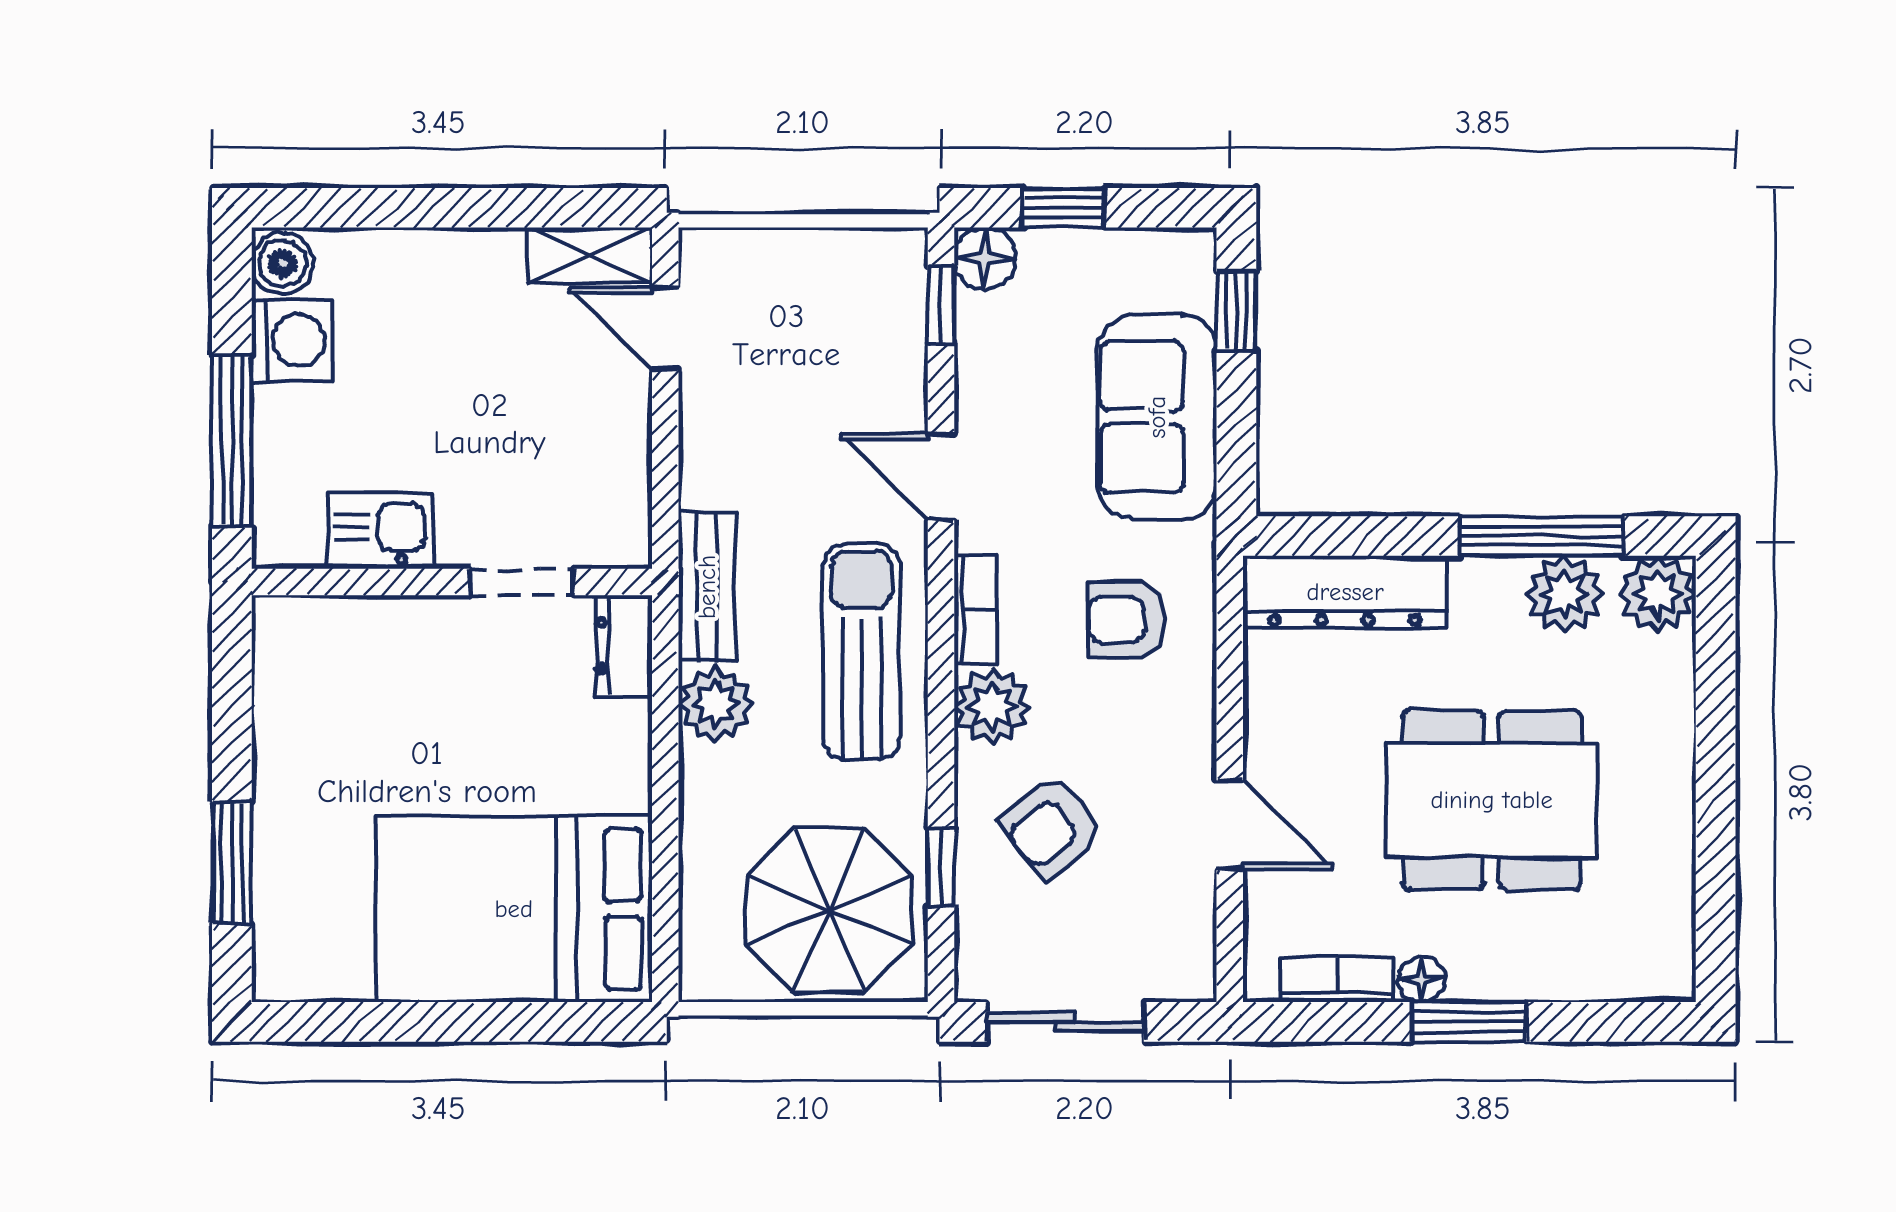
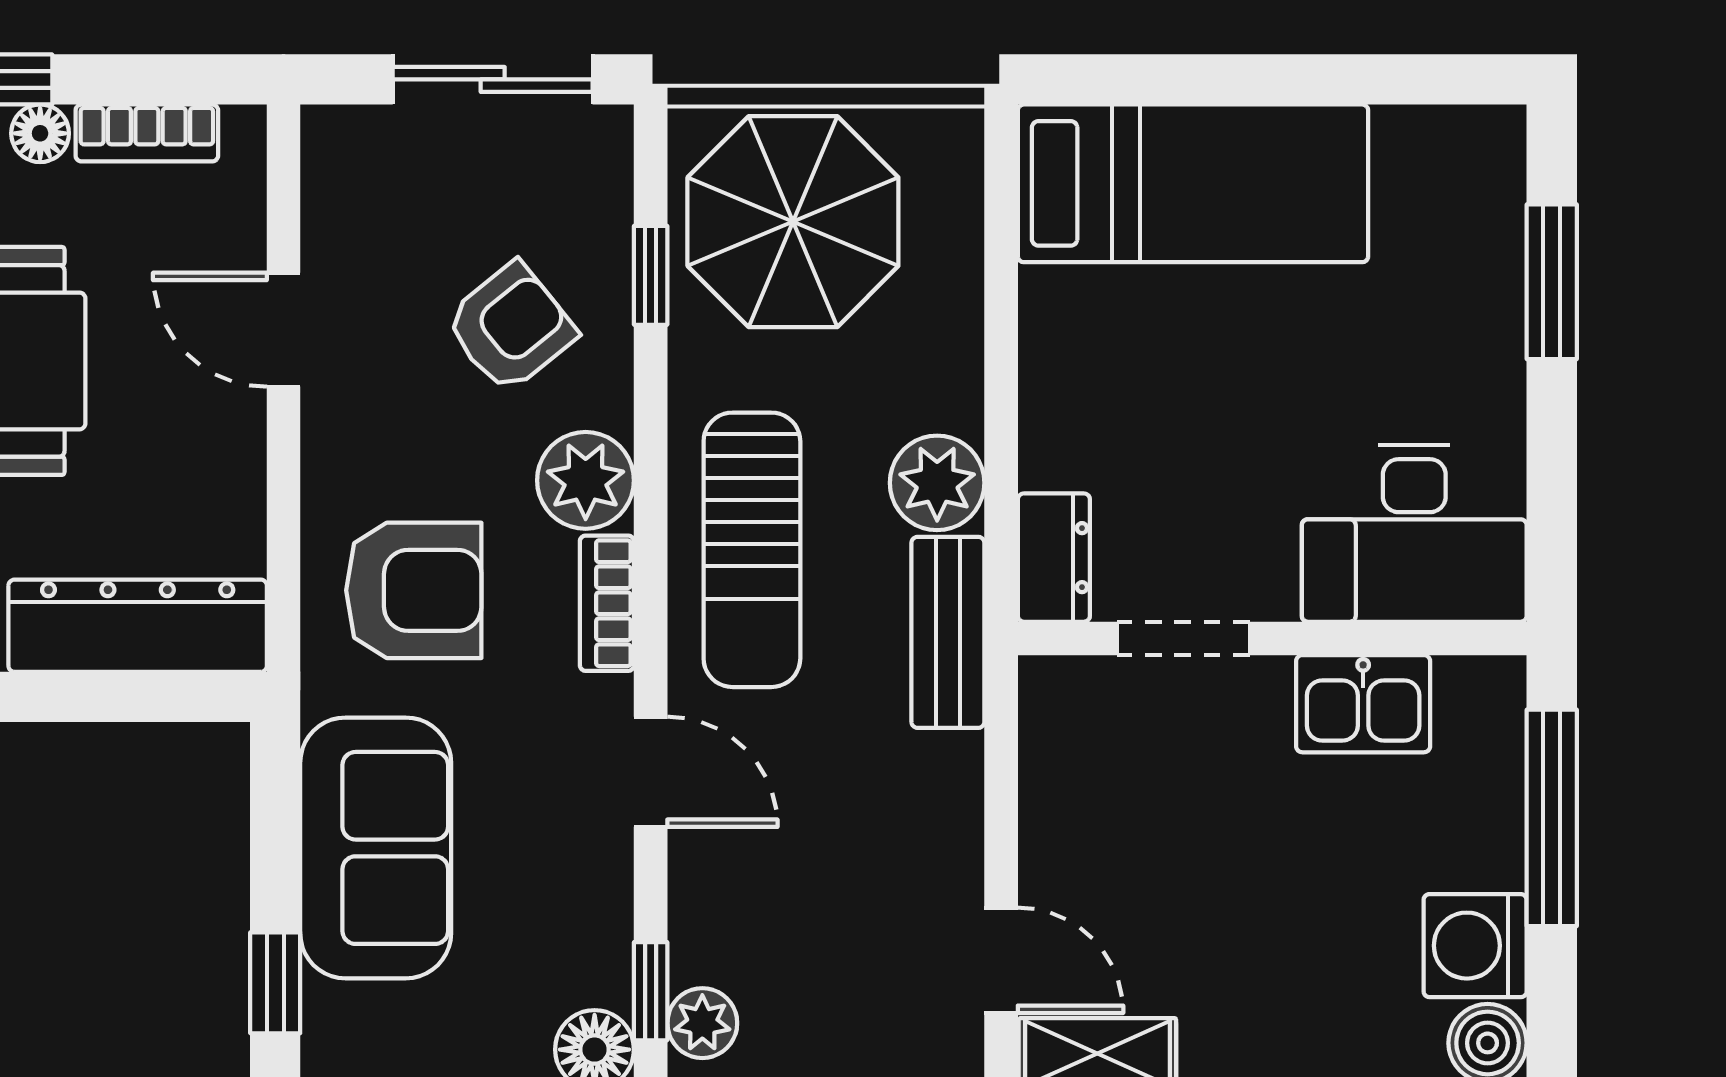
plant: (900, 279) -> (702, 1023), added
armchair: (1127, 620) -> (414, 590), width x1.38, depth x1.38
desk: (340, 665) -> (1414, 533), added
bed: (514, 909) -> (1193, 183), width x0.67

